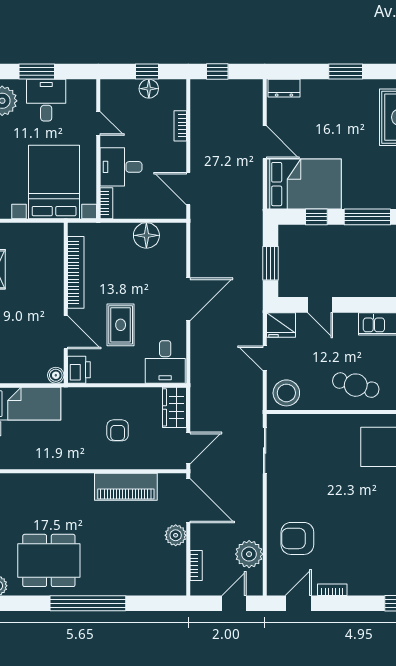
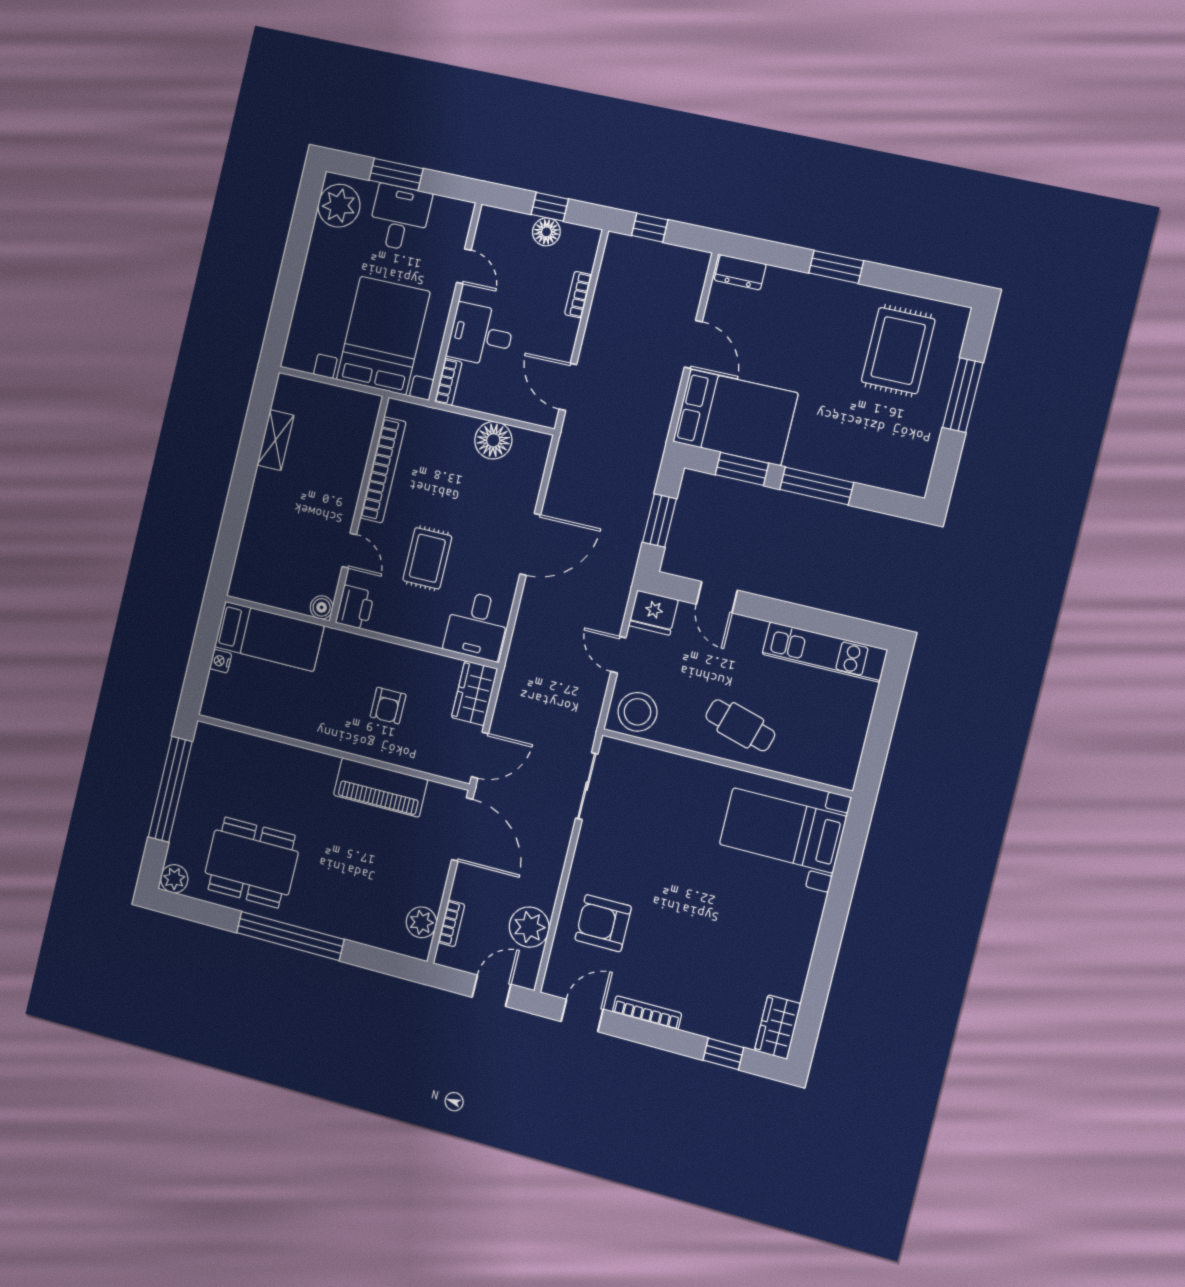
window: (316, 217) -> (742, 469), width x1.50
door: (66, 332) -> (349, 551), width x0.73
plant: (176, 535) -> (421, 922), moved
bookcase: (332, 590) -> (647, 1013), width x1.56

